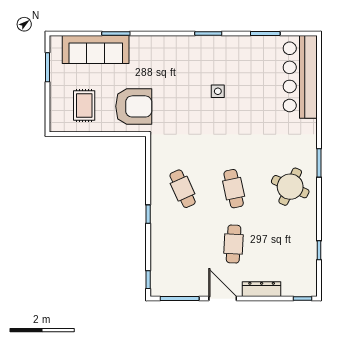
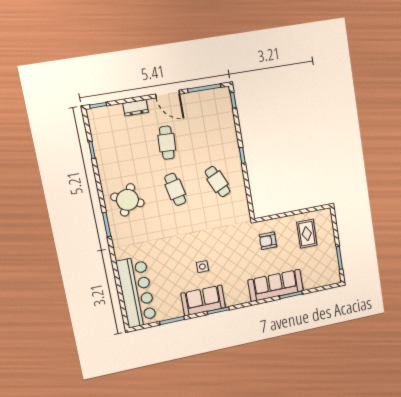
sofa: (96, 50) -> (276, 285), moved
sofa: (224, 50) -> (203, 300), added
armchair: (134, 106) -> (268, 241), width x0.53, depth x0.53
dresser: (262, 289) -> (136, 108), width x0.70

